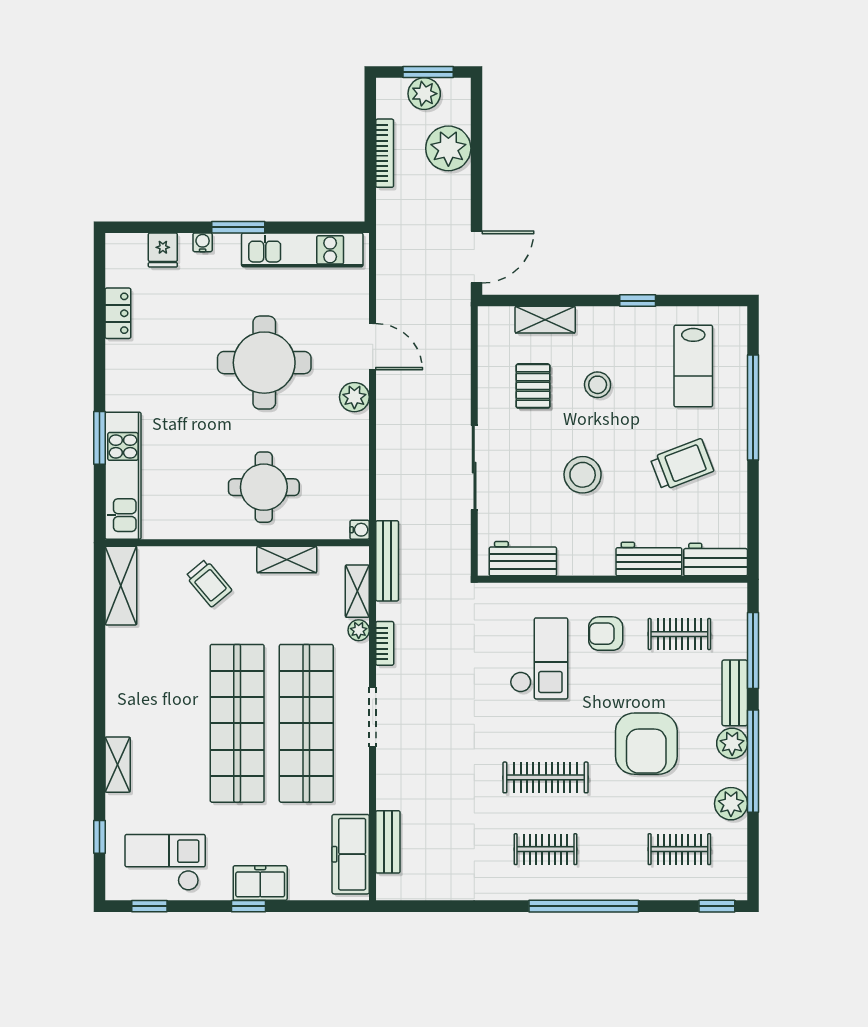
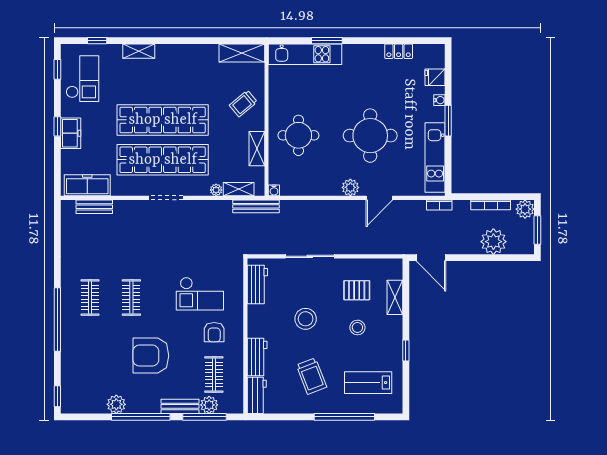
plant: (424, 94) -> (525, 209), moved
armchair: (606, 634) -> (214, 332), turned 180
bookcase: (385, 643) -> (439, 205), moved
plant: (732, 743) -> (209, 405), moved
clothes rail: (546, 777) -> (131, 297), width x0.73
clothes rail: (679, 849) -> (90, 375), removed

